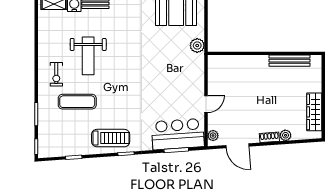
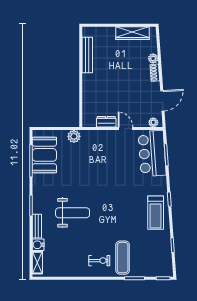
weight bench: (88, 56) -> (73, 213), moved
dresser: (214, 82) -> (106, 122), added
exercise mat: (77, 102) -> (123, 258), moved
treadmill: (111, 138) -> (156, 213), turned 180

